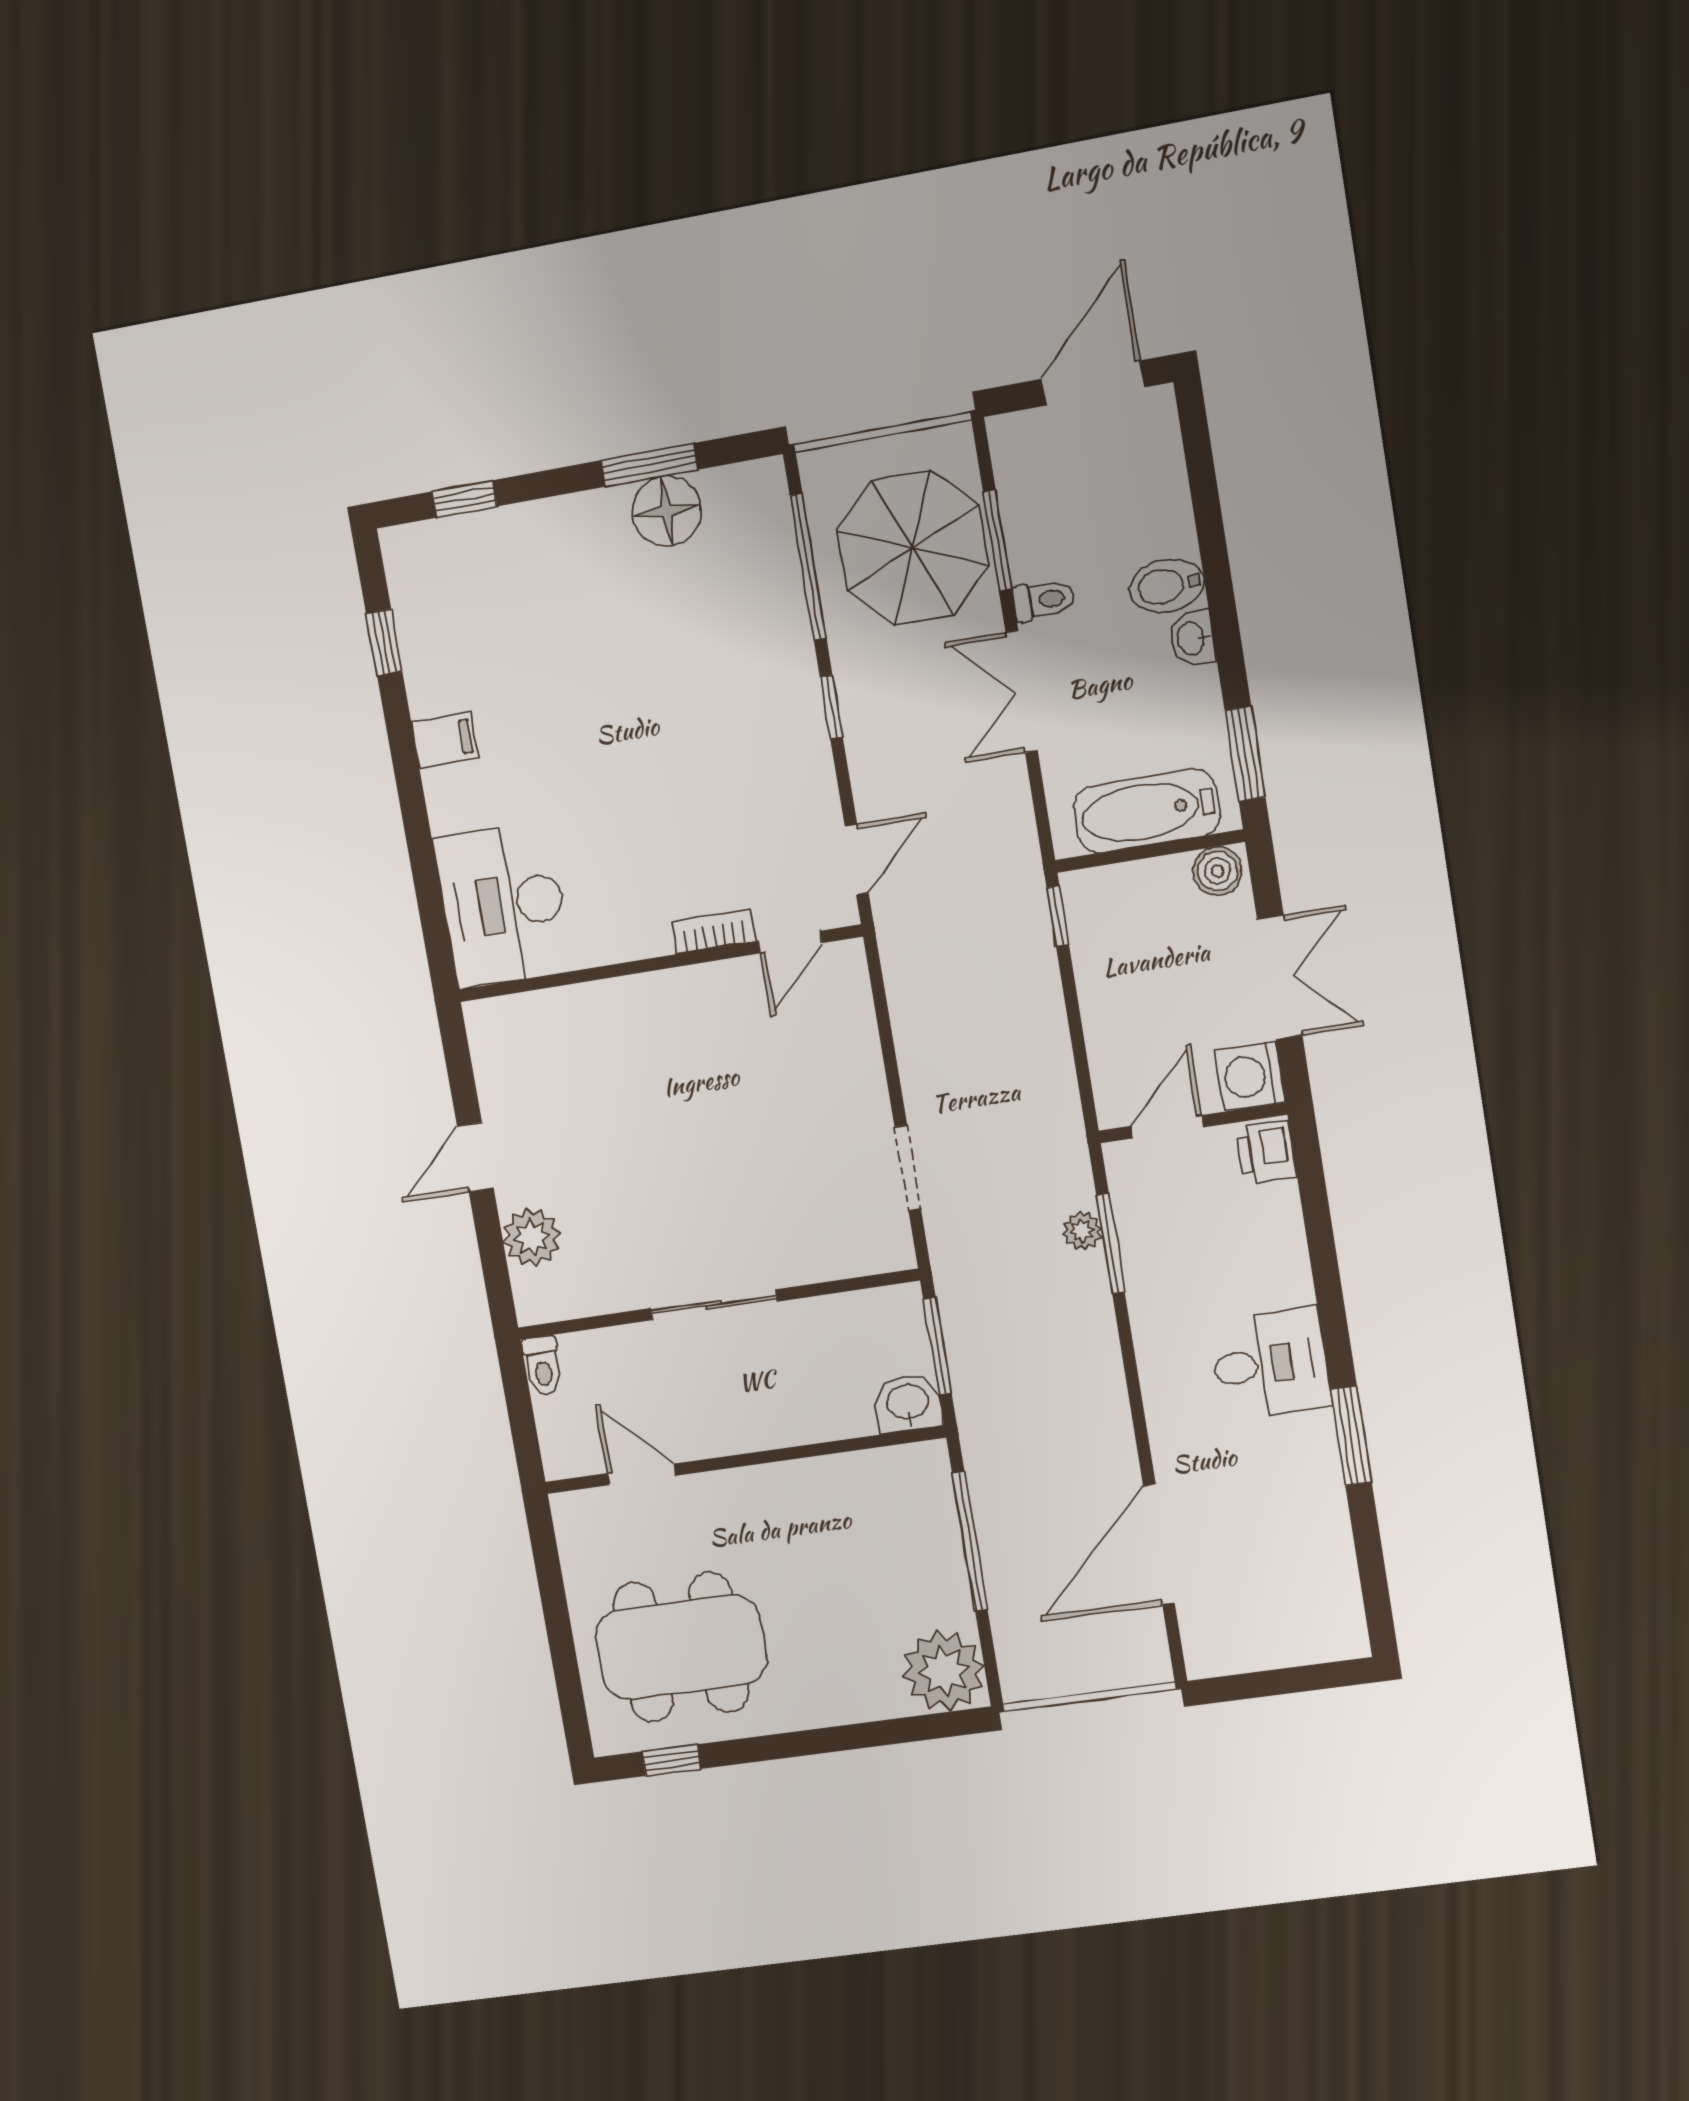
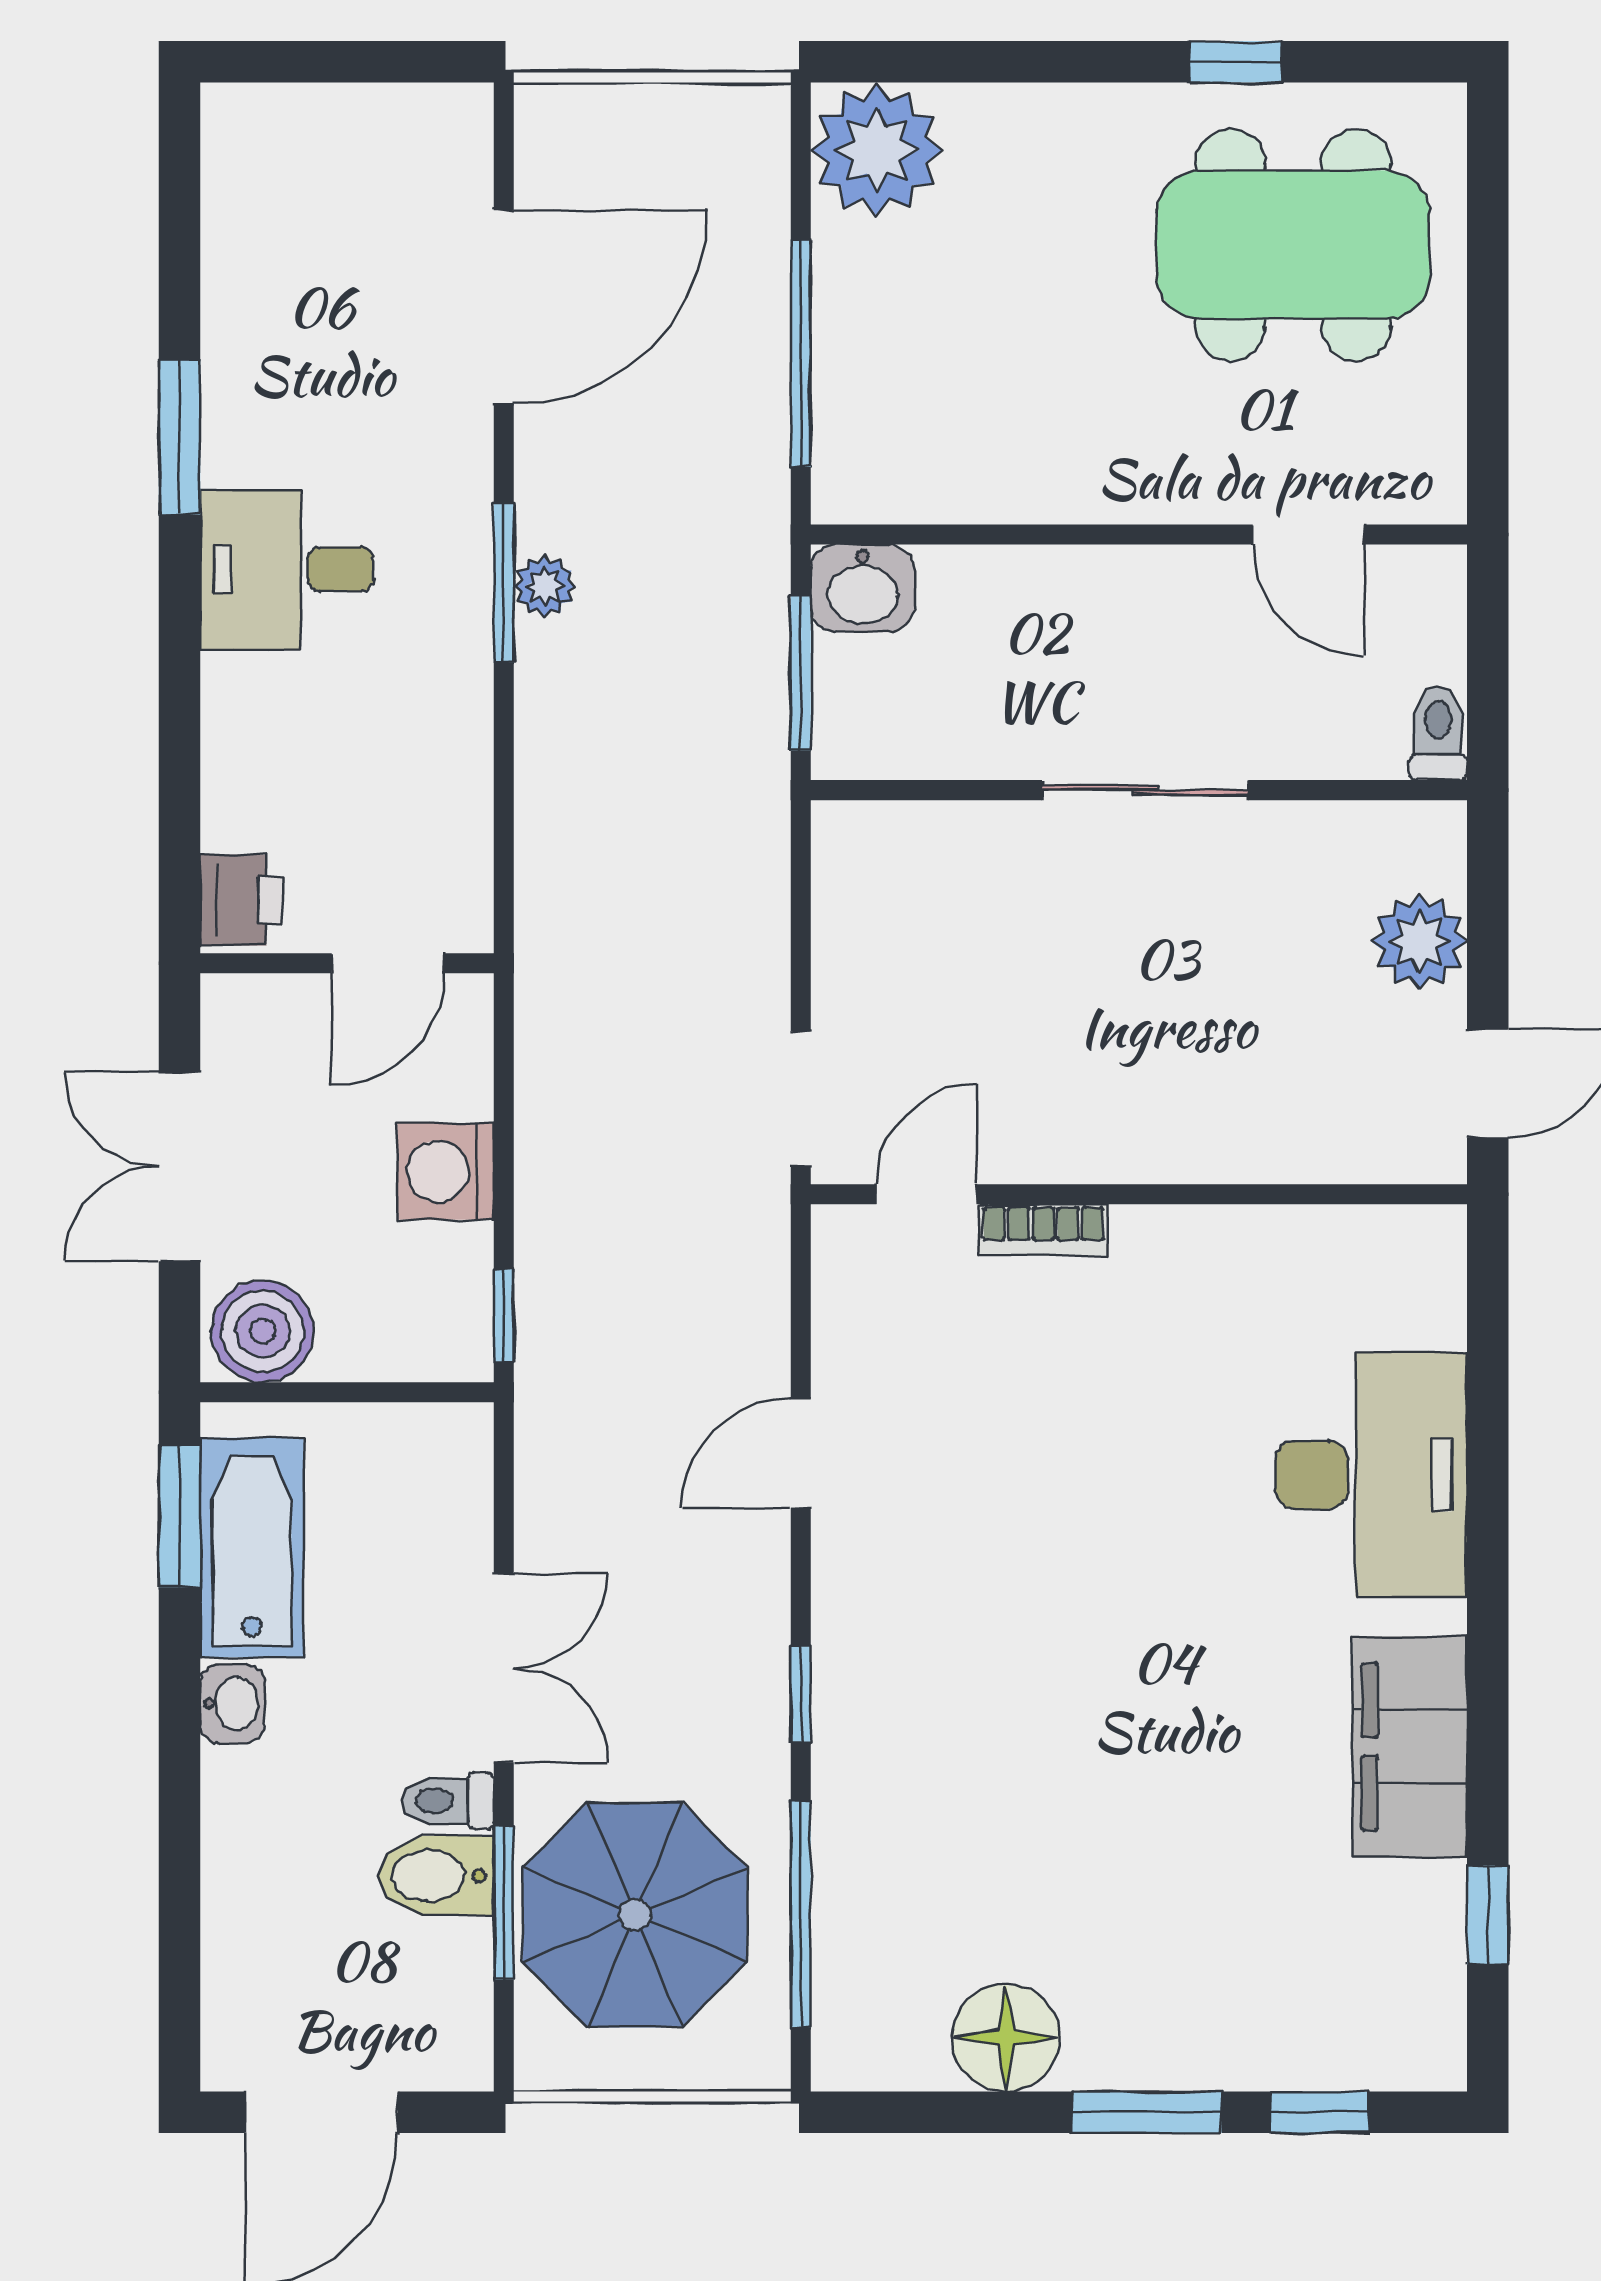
window: (649, 465) -> (1147, 2112), moved
bidet: (1167, 586) -> (436, 1876), moved, turned 180
filing cabinet: (445, 740) -> (1410, 1747), width x3.00, depth x1.17
bathtub: (1147, 811) -> (252, 1548), moved, turned -90
boiler: (1217, 871) -> (263, 1331), width x1.36, depth x1.36
bookcase: (714, 932) -> (1043, 1230), moved
door: (790, 942) -> (926, 1194), moved
wall: (659, 963) -> (1139, 1194), moved
washing machine: (1250, 1076) -> (446, 1171), moved, turned 180
doorway: (908, 1168) -> (801, 1099), moved
plant: (1082, 1231) -> (545, 586), moved
window: (1111, 1244) -> (504, 583), moved
window: (671, 1760) -> (1235, 62), moved

